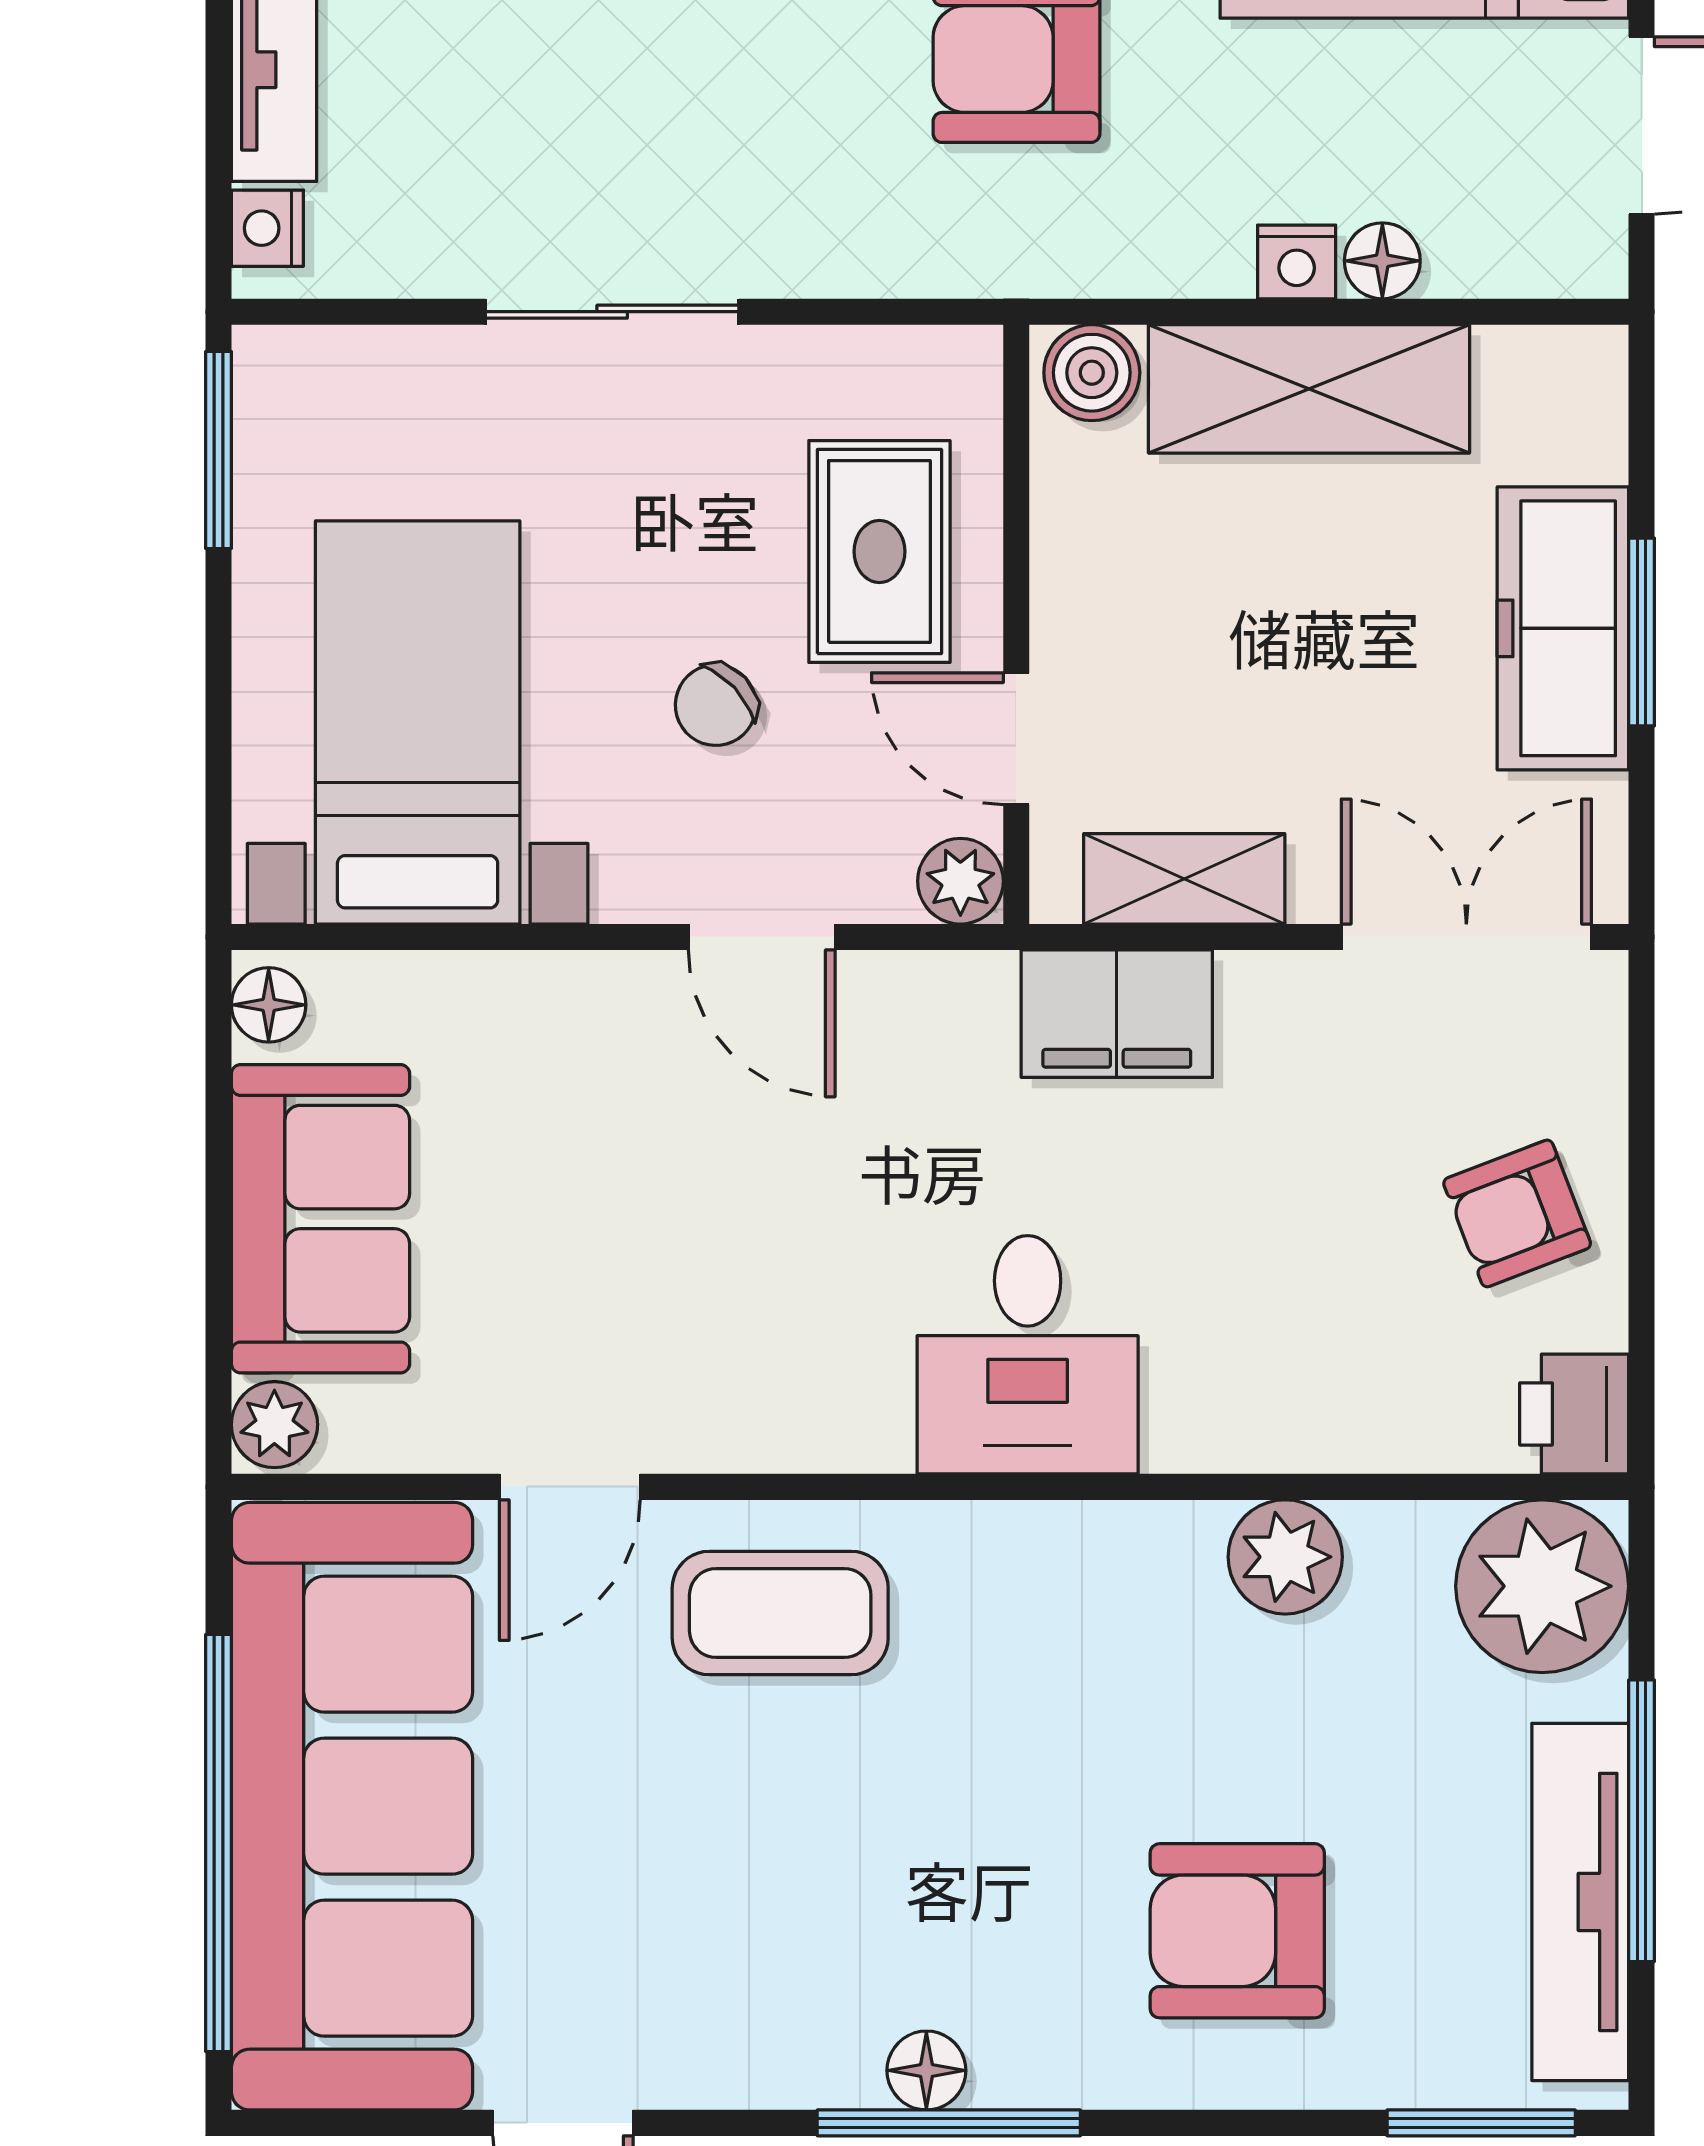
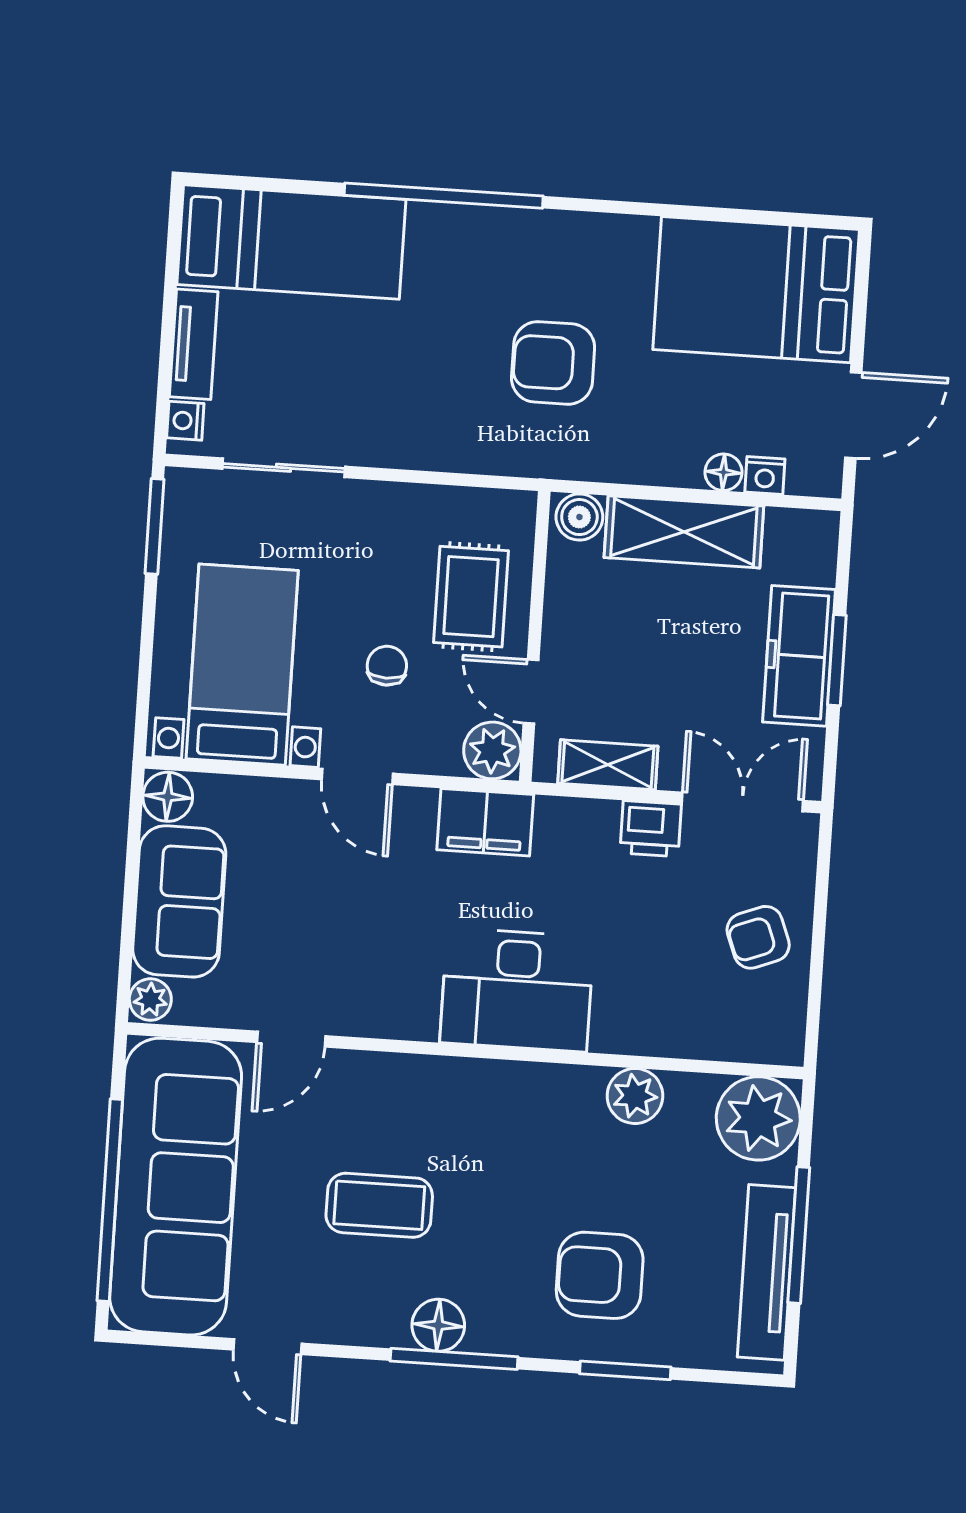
nightstand: (1297, 262) -> (765, 476), moved
sliding door: (612, 312) -> (284, 468), moved
chair: (716, 705) -> (387, 666), turned 133
plant: (960, 881) -> (492, 750), width x1.38, depth x1.38
door: (762, 937) -> (357, 776), moved
floor lamp: (269, 1005) -> (168, 797), width x1.37, depth x1.37
filing cabinet: (1117, 1014) -> (485, 822), moved
desk: (1028, 1355) -> (517, 990), width x1.37
printer: (1574, 1414) -> (651, 829), moved, turned -90
coffee table: (780, 1613) -> (379, 1205), moved
floor lamp: (926, 2070) -> (438, 1325), width x1.37, depth x1.37
window: (1481, 2123) -> (625, 1370), moved

